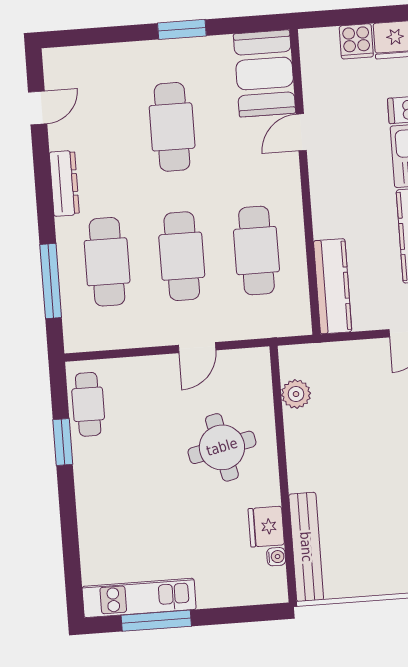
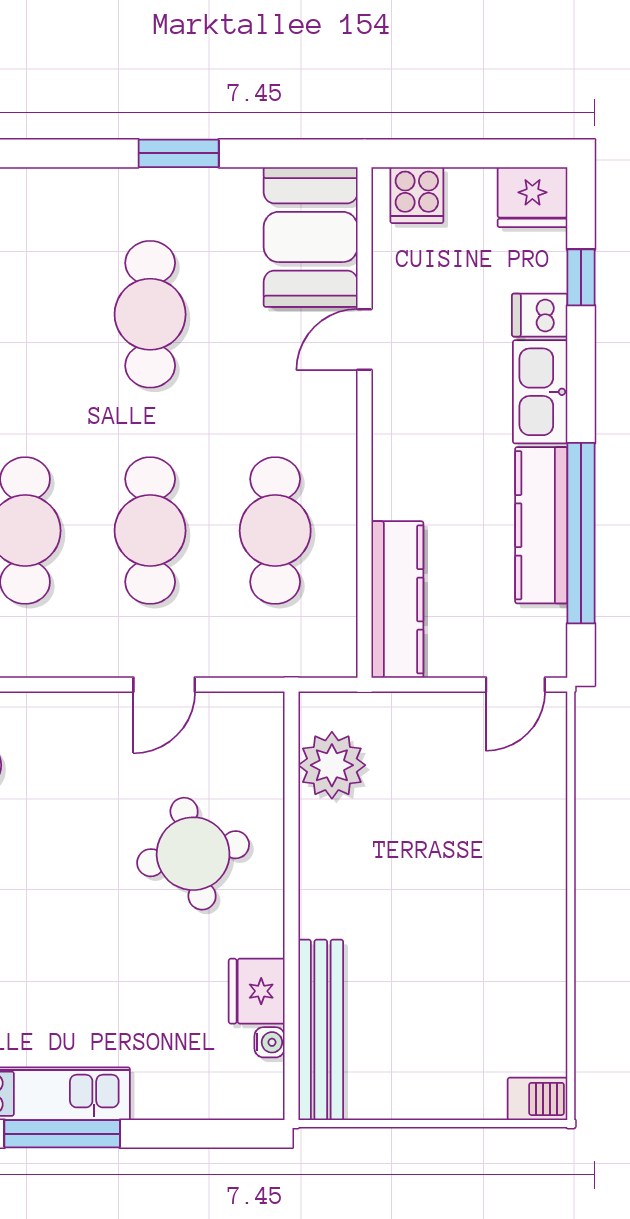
cooker: (356, 41) -> (417, 195), moved
plant: (296, 394) -> (332, 765), width x1.36, depth x1.36

